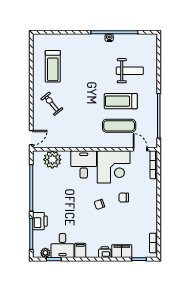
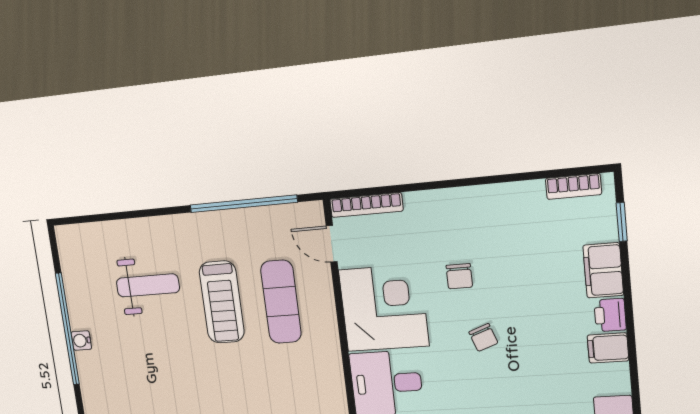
weight bench: (130, 71) -> (148, 285), turned 90
door: (140, 149) -> (332, 244), hinge flipped
filing cabinet: (80, 250) -> (608, 348), moved

